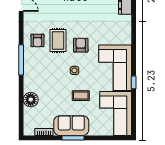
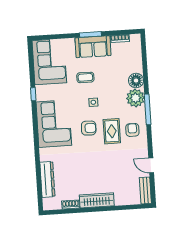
armchair: (81, 45) -> (89, 128), turned -88
corner sofa: (115, 68) -> (54, 124), moved
plant: (32, 72) -> (135, 98), added
floor lamp: (31, 100) -> (136, 81), moved

